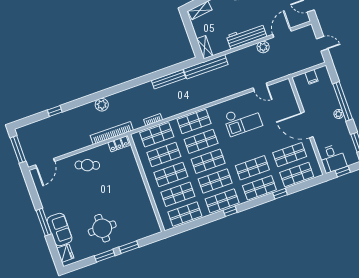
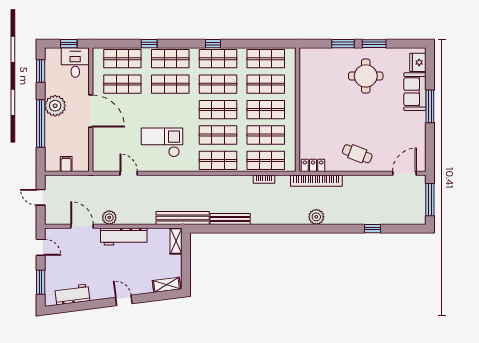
door: (282, 33) -> (82, 226), swing flipped
plant: (339, 114) -> (55, 106), width x1.88, depth x1.88

